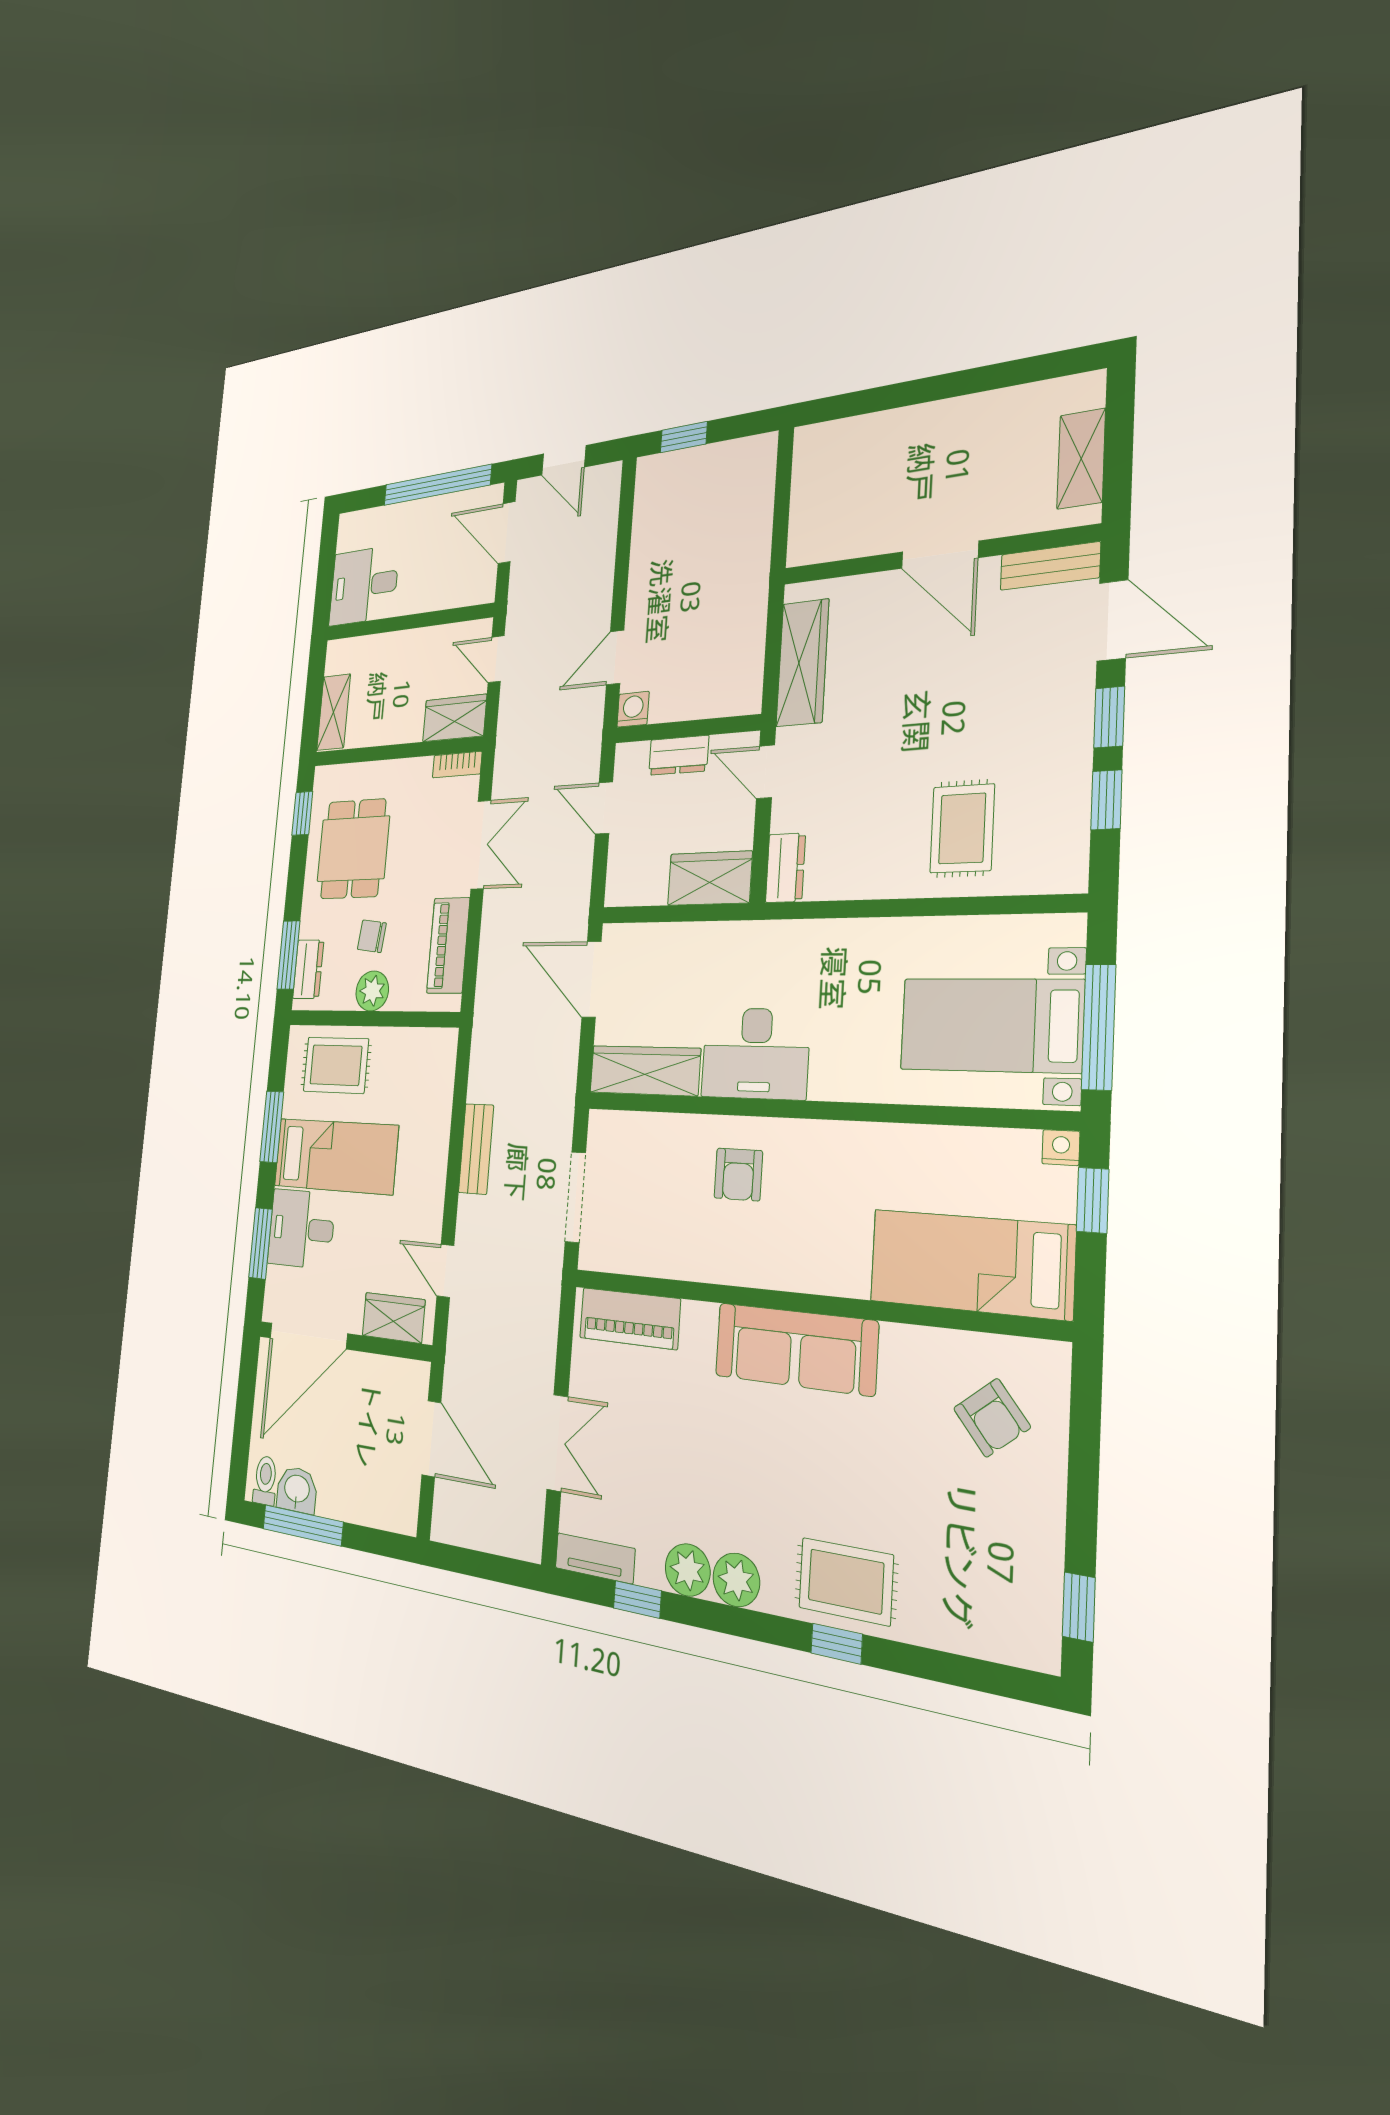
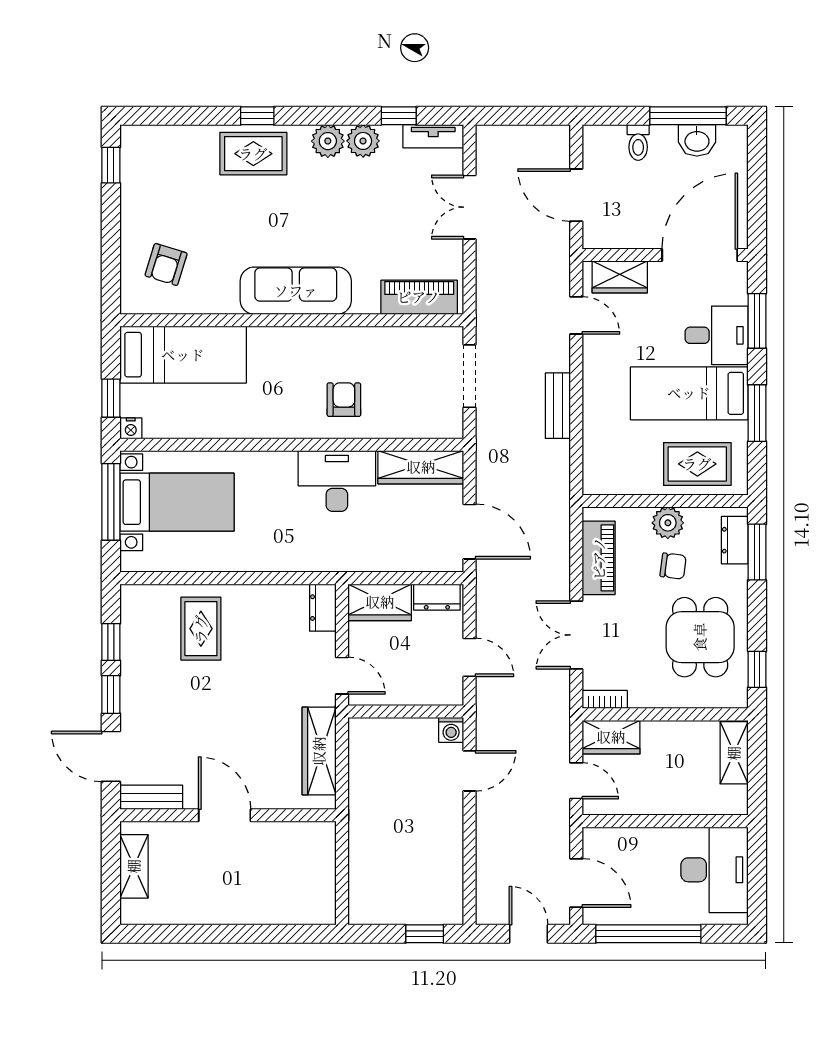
desk: (364, 585) -> (715, 870), width x1.37
dresser: (679, 755) -> (437, 597), moved, turned 180
armchair: (992, 1418) -> (166, 264), turned -124
toilet: (265, 1481) -> (638, 142), moved

